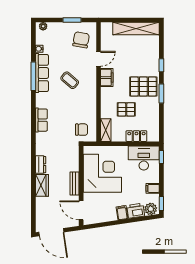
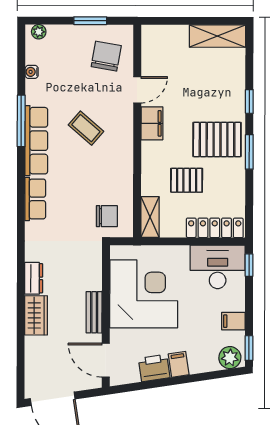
shelving: (136, 28) -> (217, 36), width x0.68
row of seats: (42, 73) -> (36, 141), moved
locker: (136, 136) -> (215, 228), width x1.53
printer: (136, 211) -> (154, 368), moved

